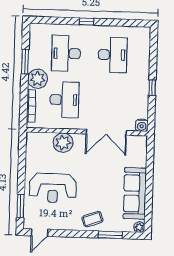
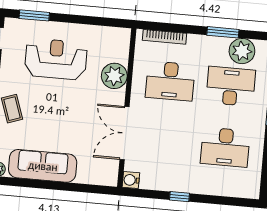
plant: (37, 79) -> (242, 51), moved
reception desk: (53, 188) -> (56, 59), turned 90

